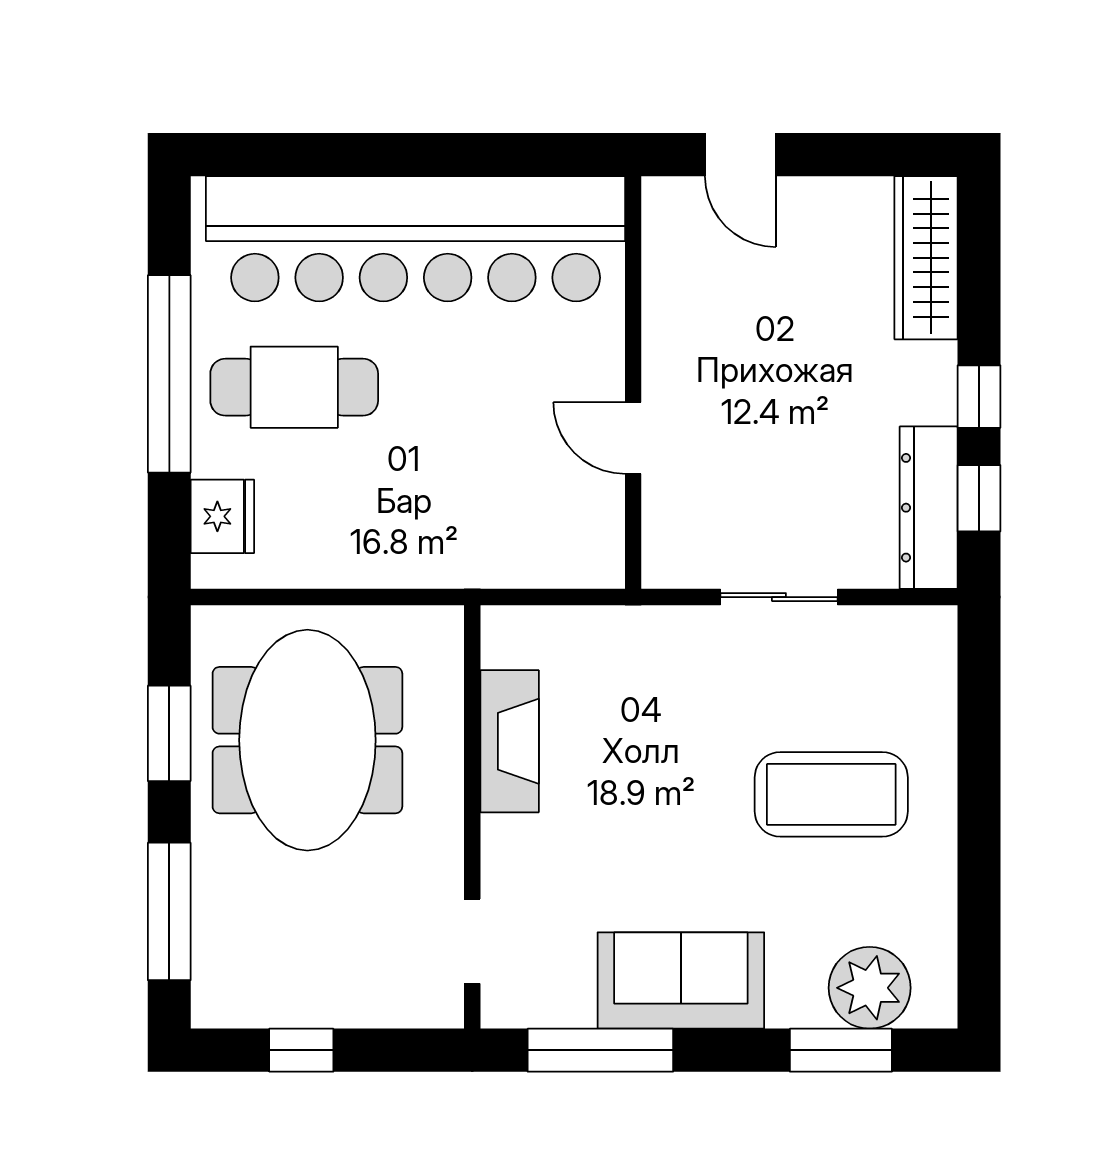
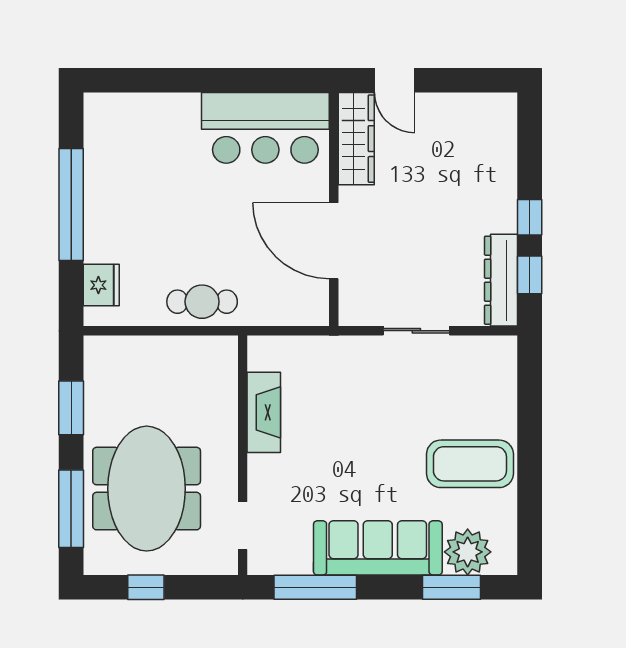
bar counter: (416, 239) -> (265, 128), width x0.54
wardrobe: (926, 258) -> (356, 139), moved, turned 180
cafe table: (294, 387) -> (202, 302), moved, width x0.73, depth x0.74
door: (633, 438) -> (334, 241), width x1.88
meeting table: (307, 740) -> (147, 489), moved
coffee table: (831, 794) -> (470, 464), moved
sofa: (681, 981) -> (378, 548), width x1.36

